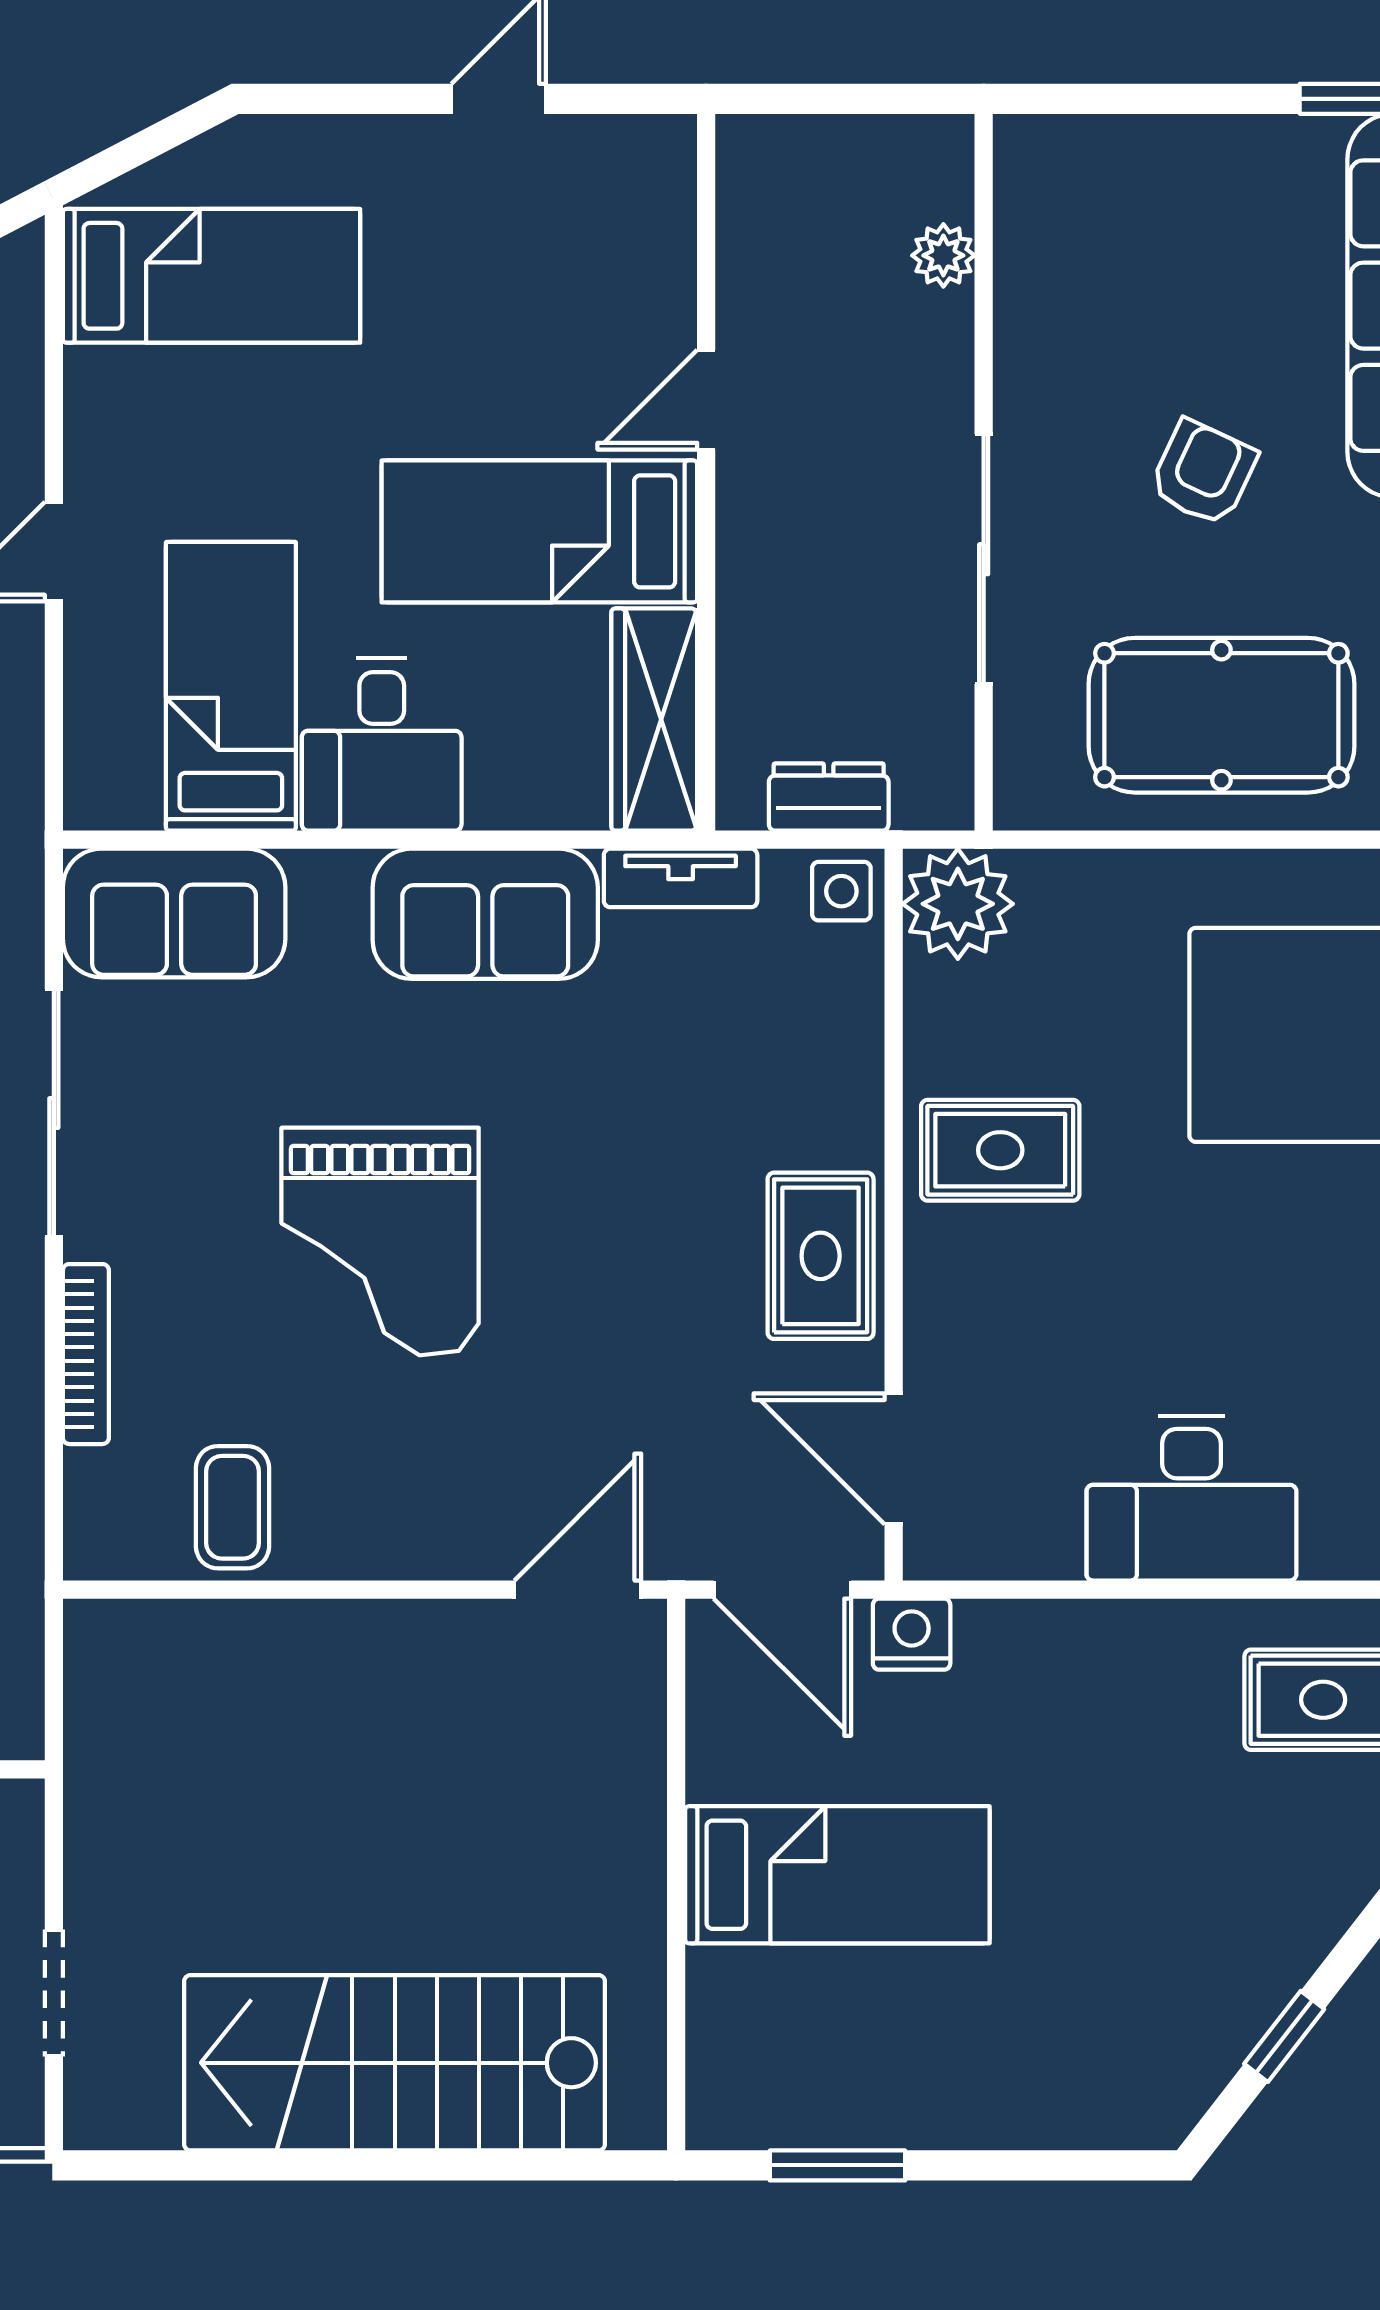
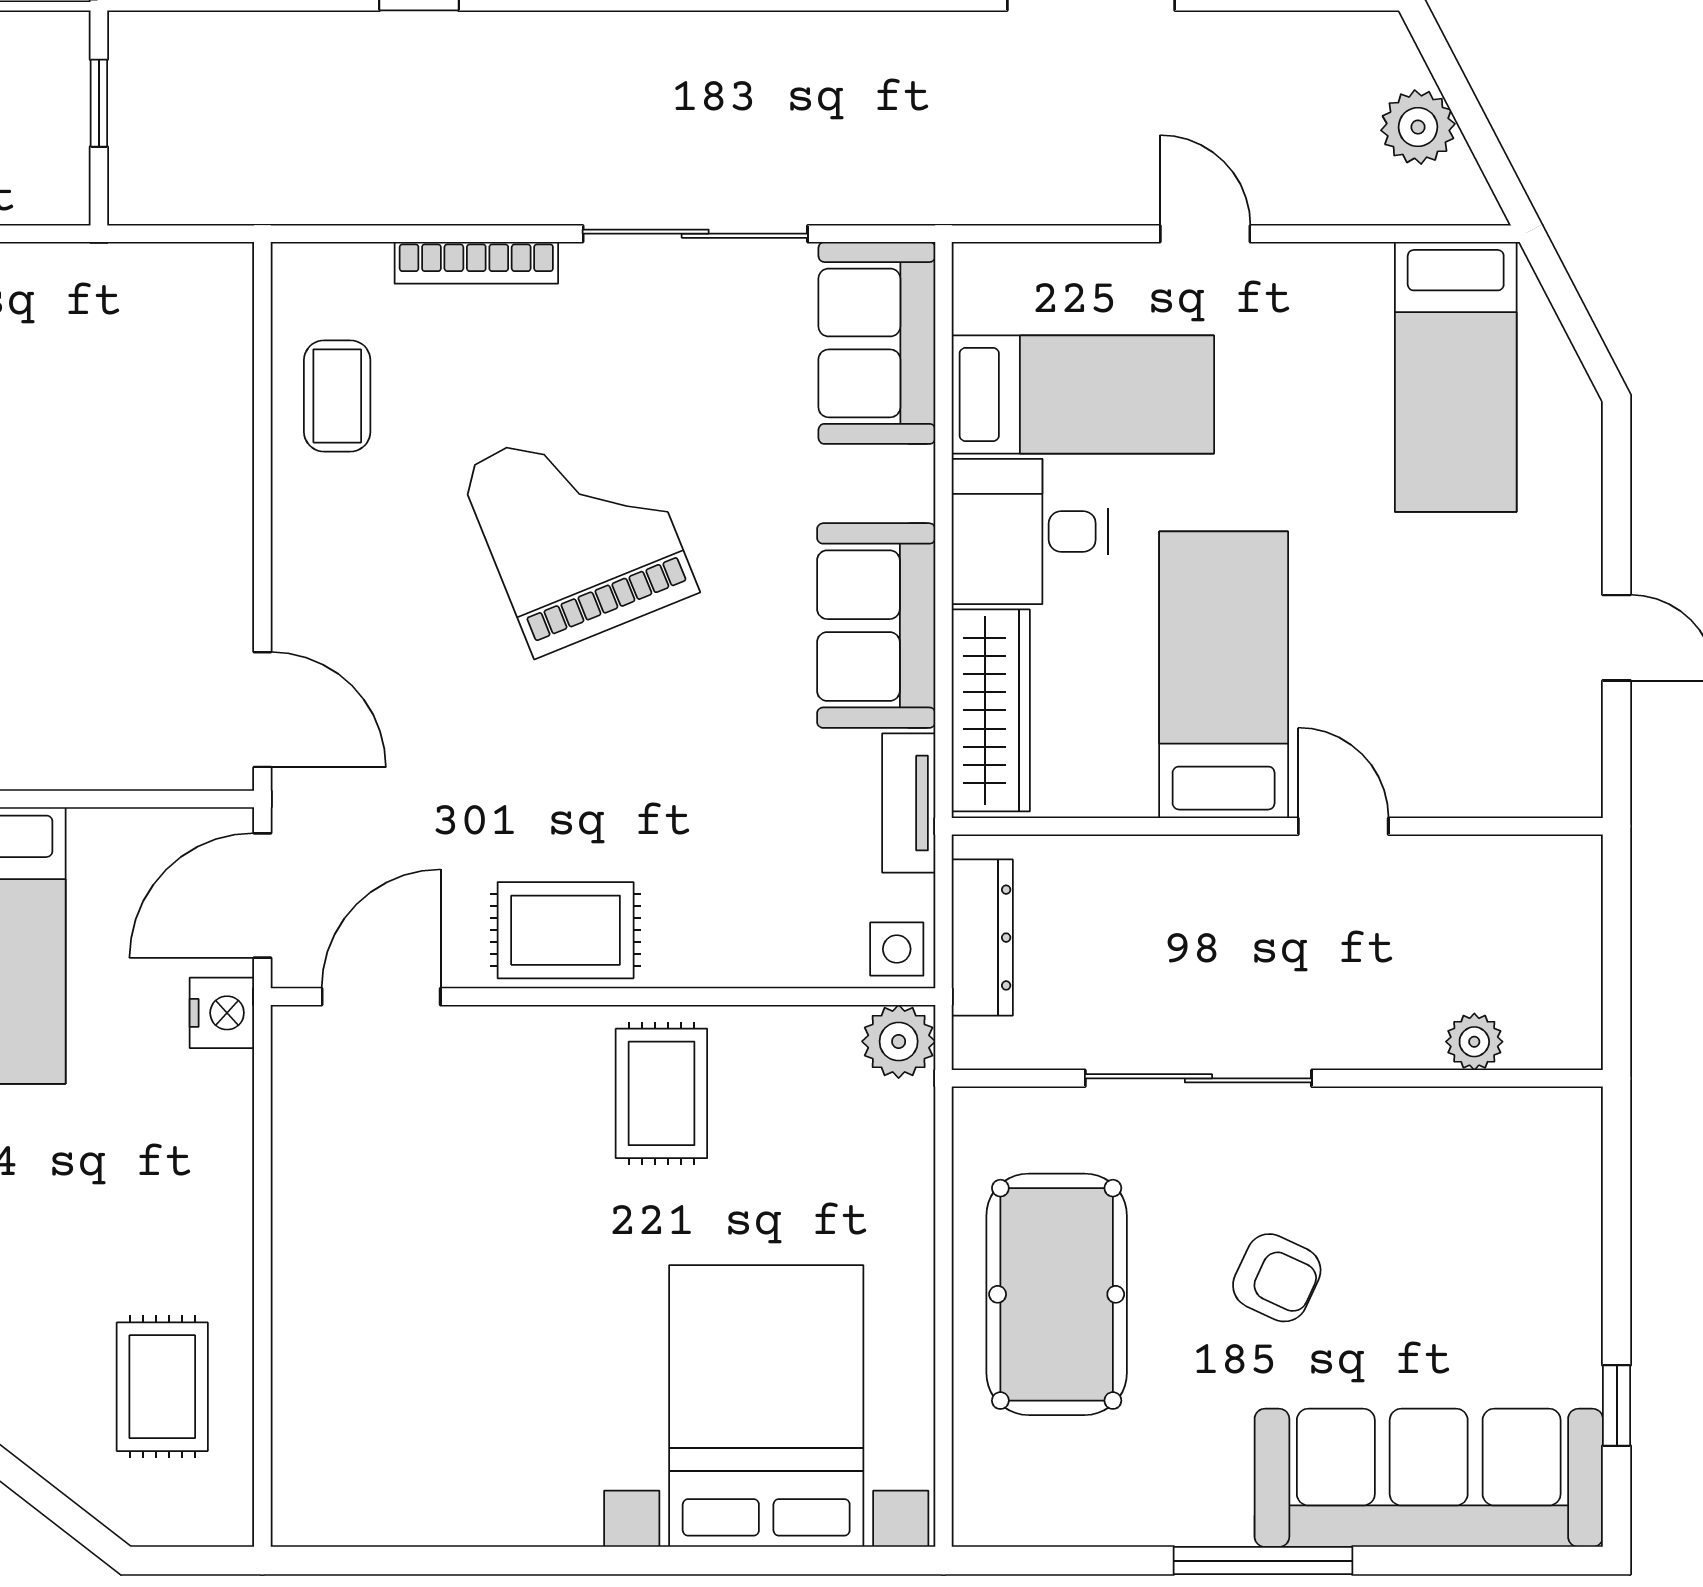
wardrobe: (654, 720) -> (991, 710), moved, turned 90
dresser: (829, 797) -> (982, 938), width x1.44
plant: (958, 904) -> (899, 1041), width x0.73, depth x0.73
grand piano: (380, 1241) -> (579, 530), turned 68
desk: (1191, 1498) -> (345, 1267), removed
coffee table: (232, 1507) -> (337, 396), turned 90

